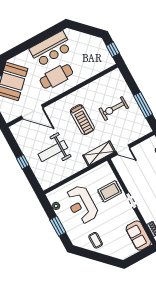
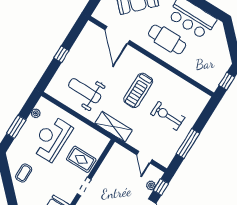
door: (123, 150) -> (144, 157), moved
weight bench: (53, 151) -> (85, 91), moved

